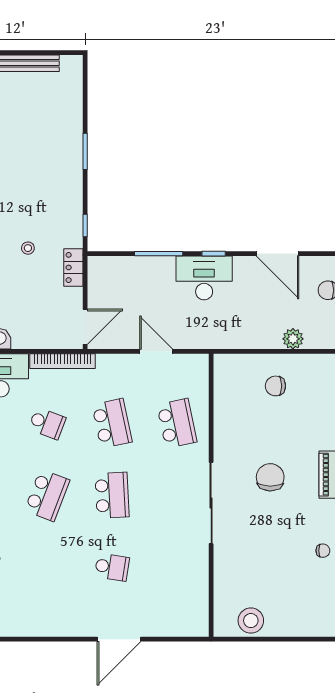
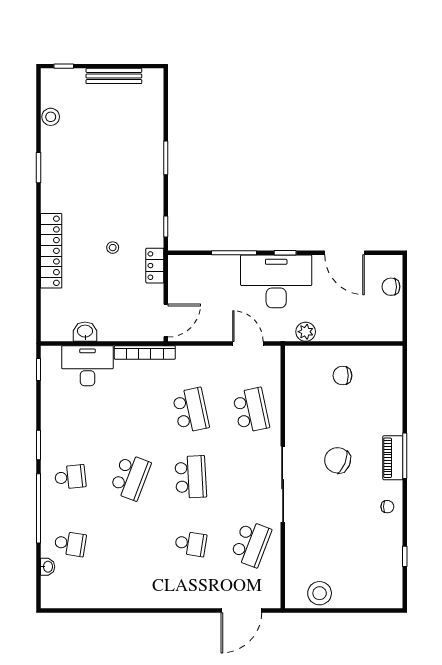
desk: (204, 278) -> (276, 281), width x1.36, depth x1.30
plant: (293, 339) -> (306, 332), moved
door: (156, 351) -> (248, 344), moved
school desk: (47, 423) -> (251, 544), moved, width x1.85
chair: (270, 477) -> (338, 460), turned -69
chair: (323, 551) -> (387, 507), moved
door: (119, 639) -> (241, 610), moved

